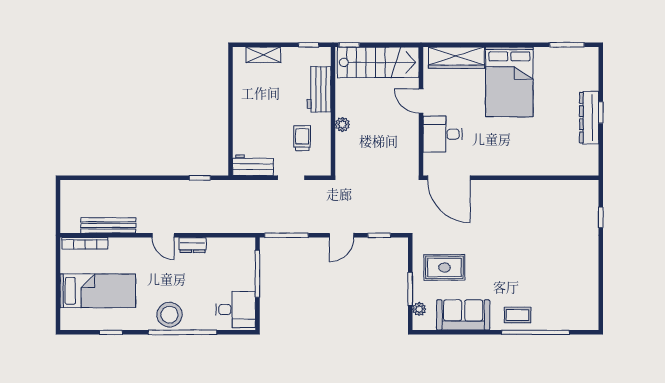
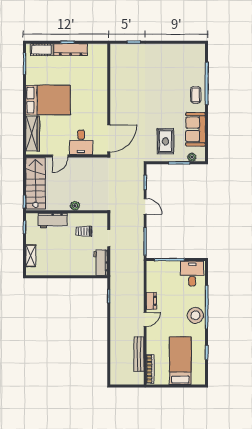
cot: (589, 72) -> (42, 50), added

